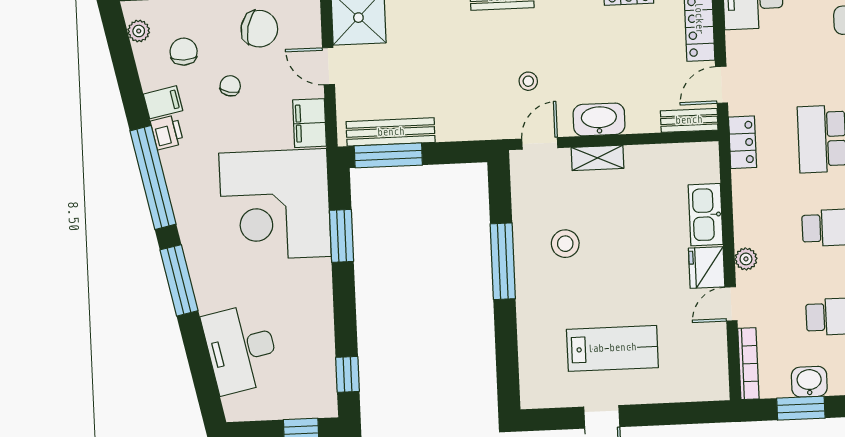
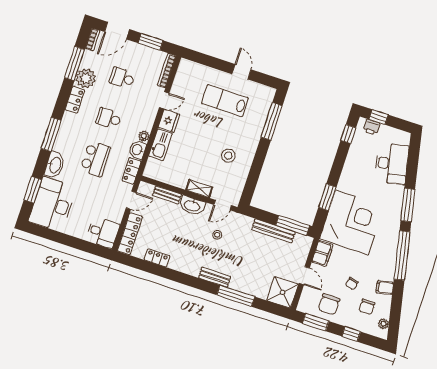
chair: (259, 29) -> (329, 304), turned -103
bench: (689, 120) -> (167, 195), moved
printer: (167, 132) -> (371, 127), moved, turned -78
bench: (391, 132) -> (273, 231), moved
plant: (746, 259) -> (144, 136), moved
window: (503, 261) -> (272, 121), moved
washbasin: (809, 382) -> (137, 150), moved, turned 90

